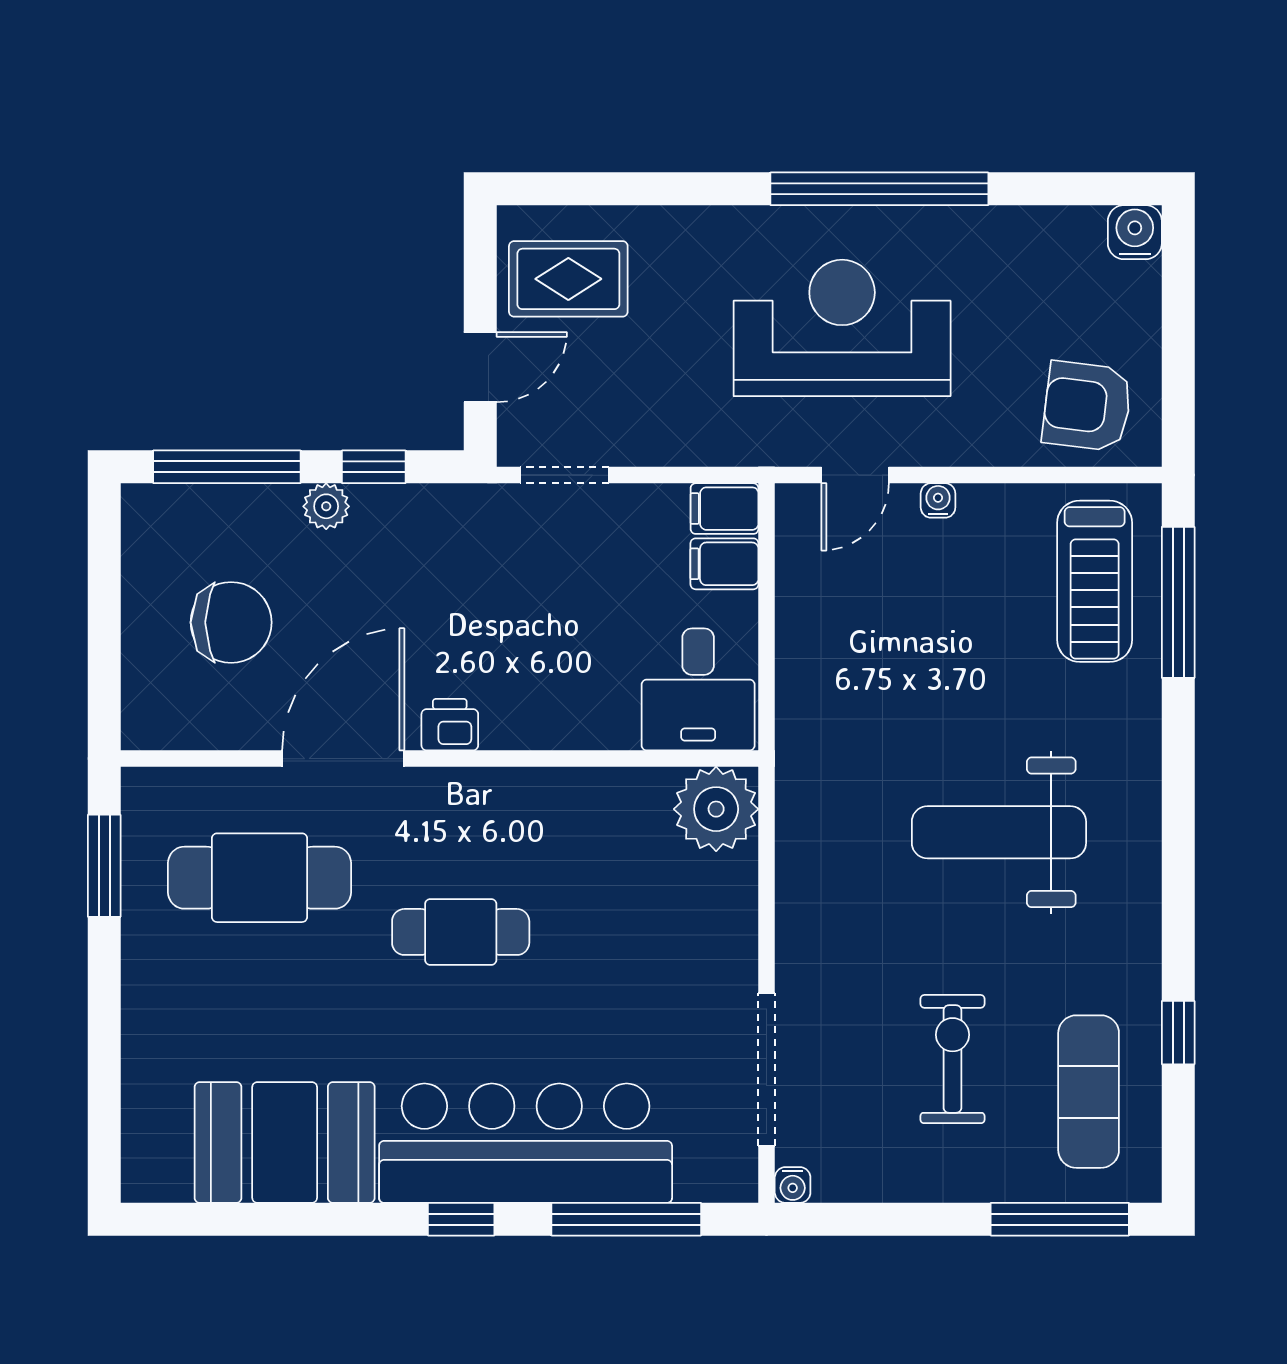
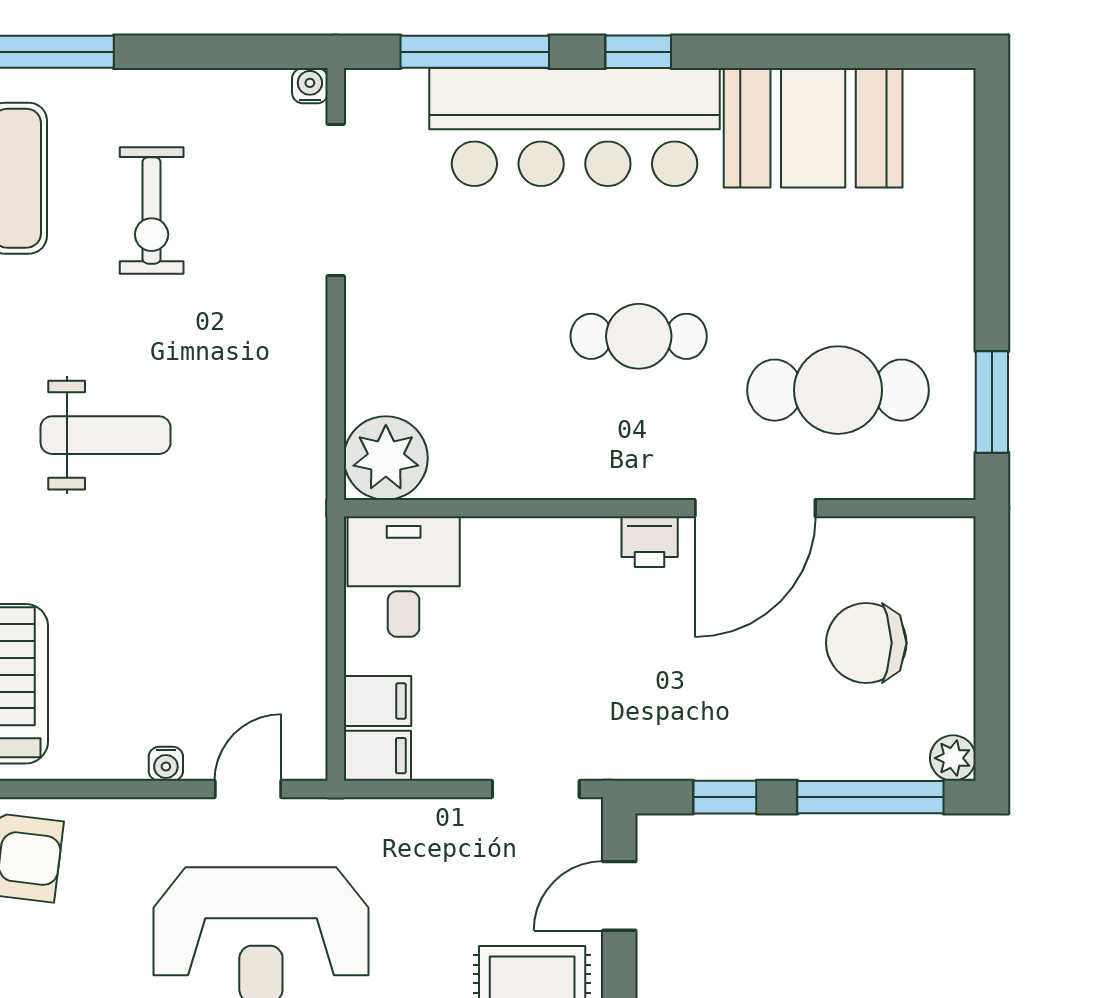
plant: (326, 506) -> (953, 758), moved
weight bench: (999, 832) -> (106, 435), width x0.73, depth x0.75

